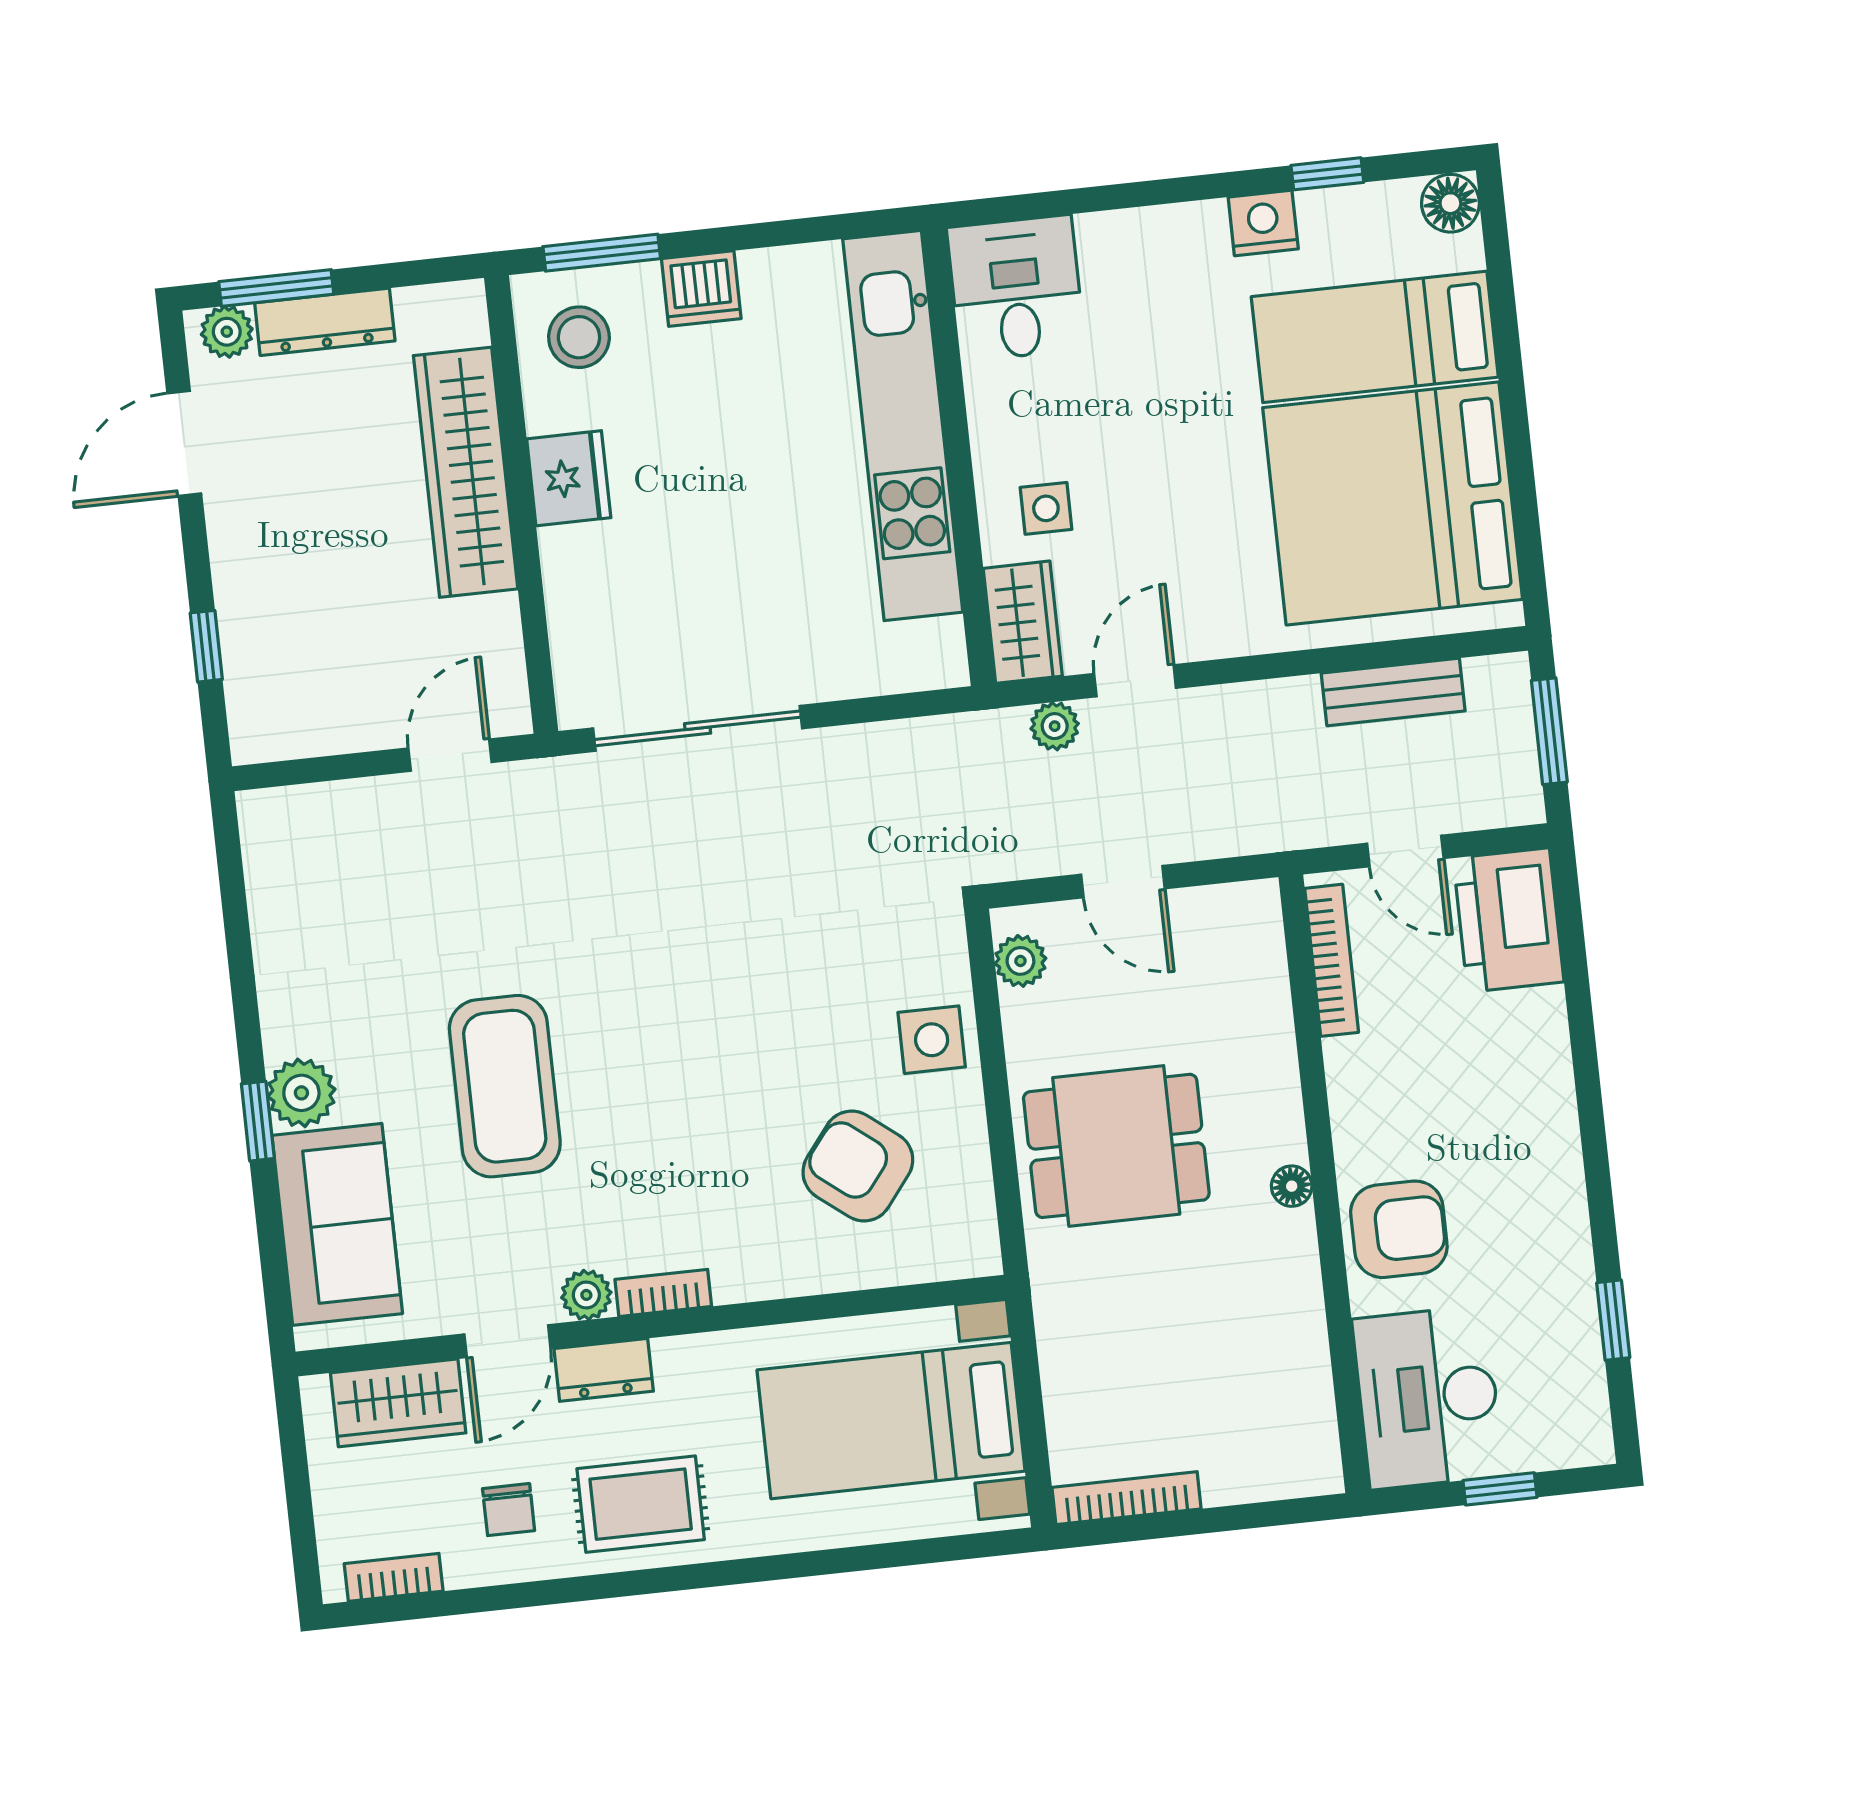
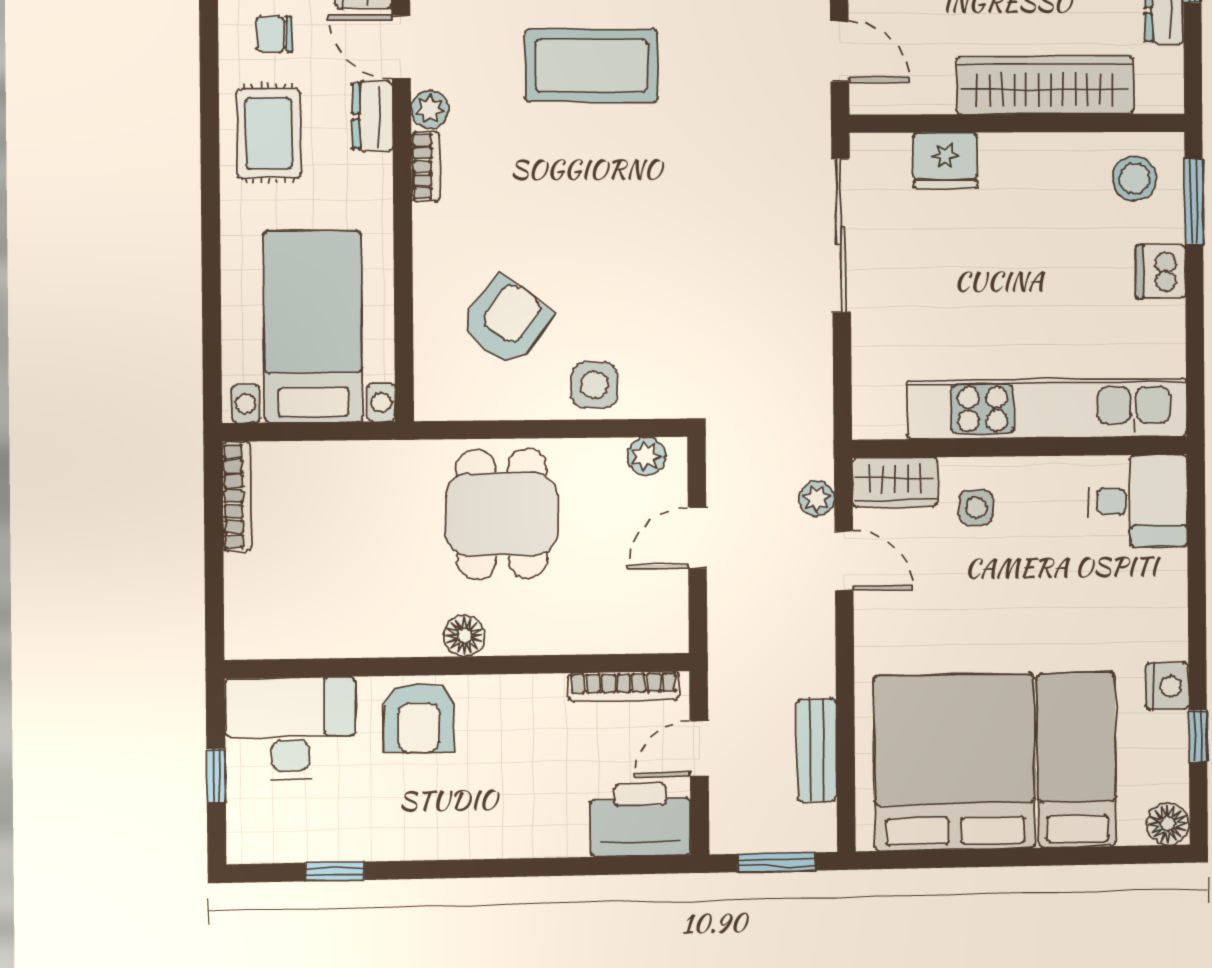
fridge: (569, 478) -> (945, 160), moved
floor lamp: (1292, 1186) -> (464, 636), width x1.37, depth x1.37

